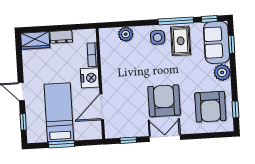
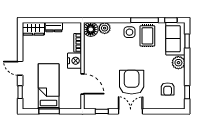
floor lamp: (108, 37) -> (91, 29), added
door: (102, 107) -> (82, 84), swing flipped
armchair: (210, 107) -> (168, 89), width x0.53, depth x0.53

